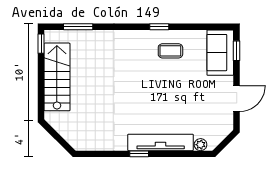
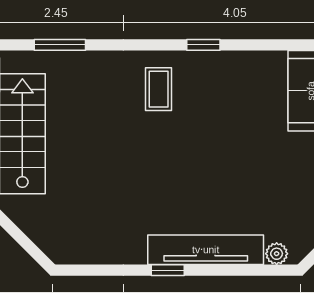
coffee table: (170, 51) -> (159, 89), moved, turned 90

